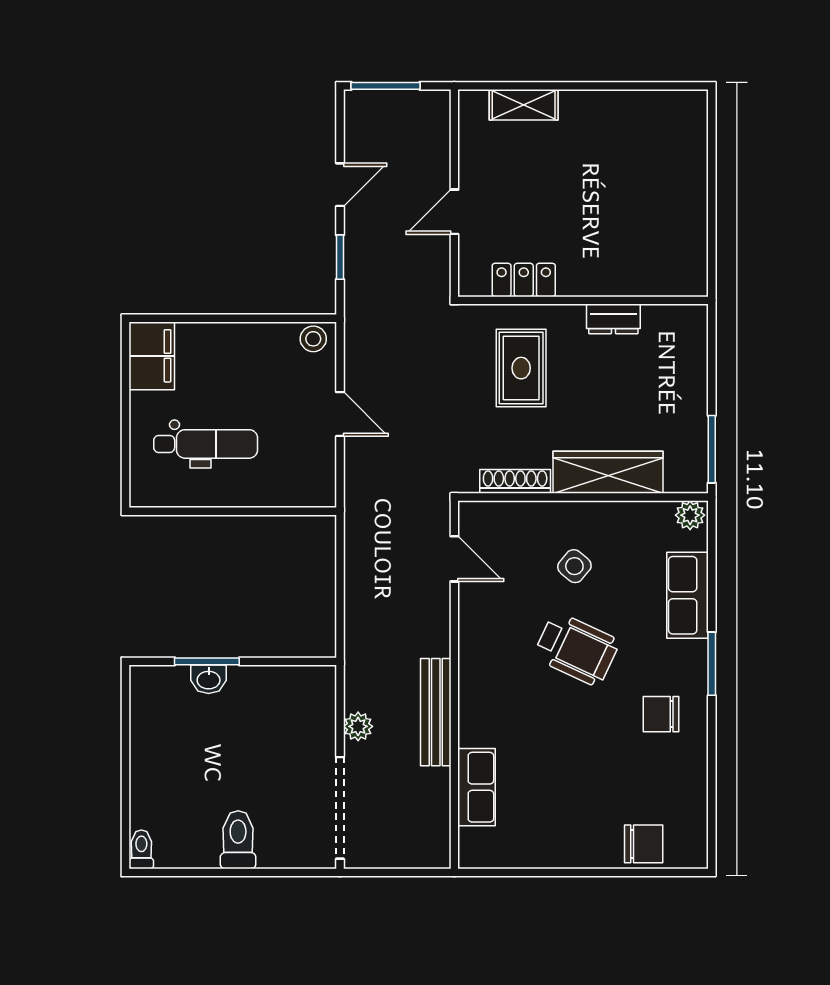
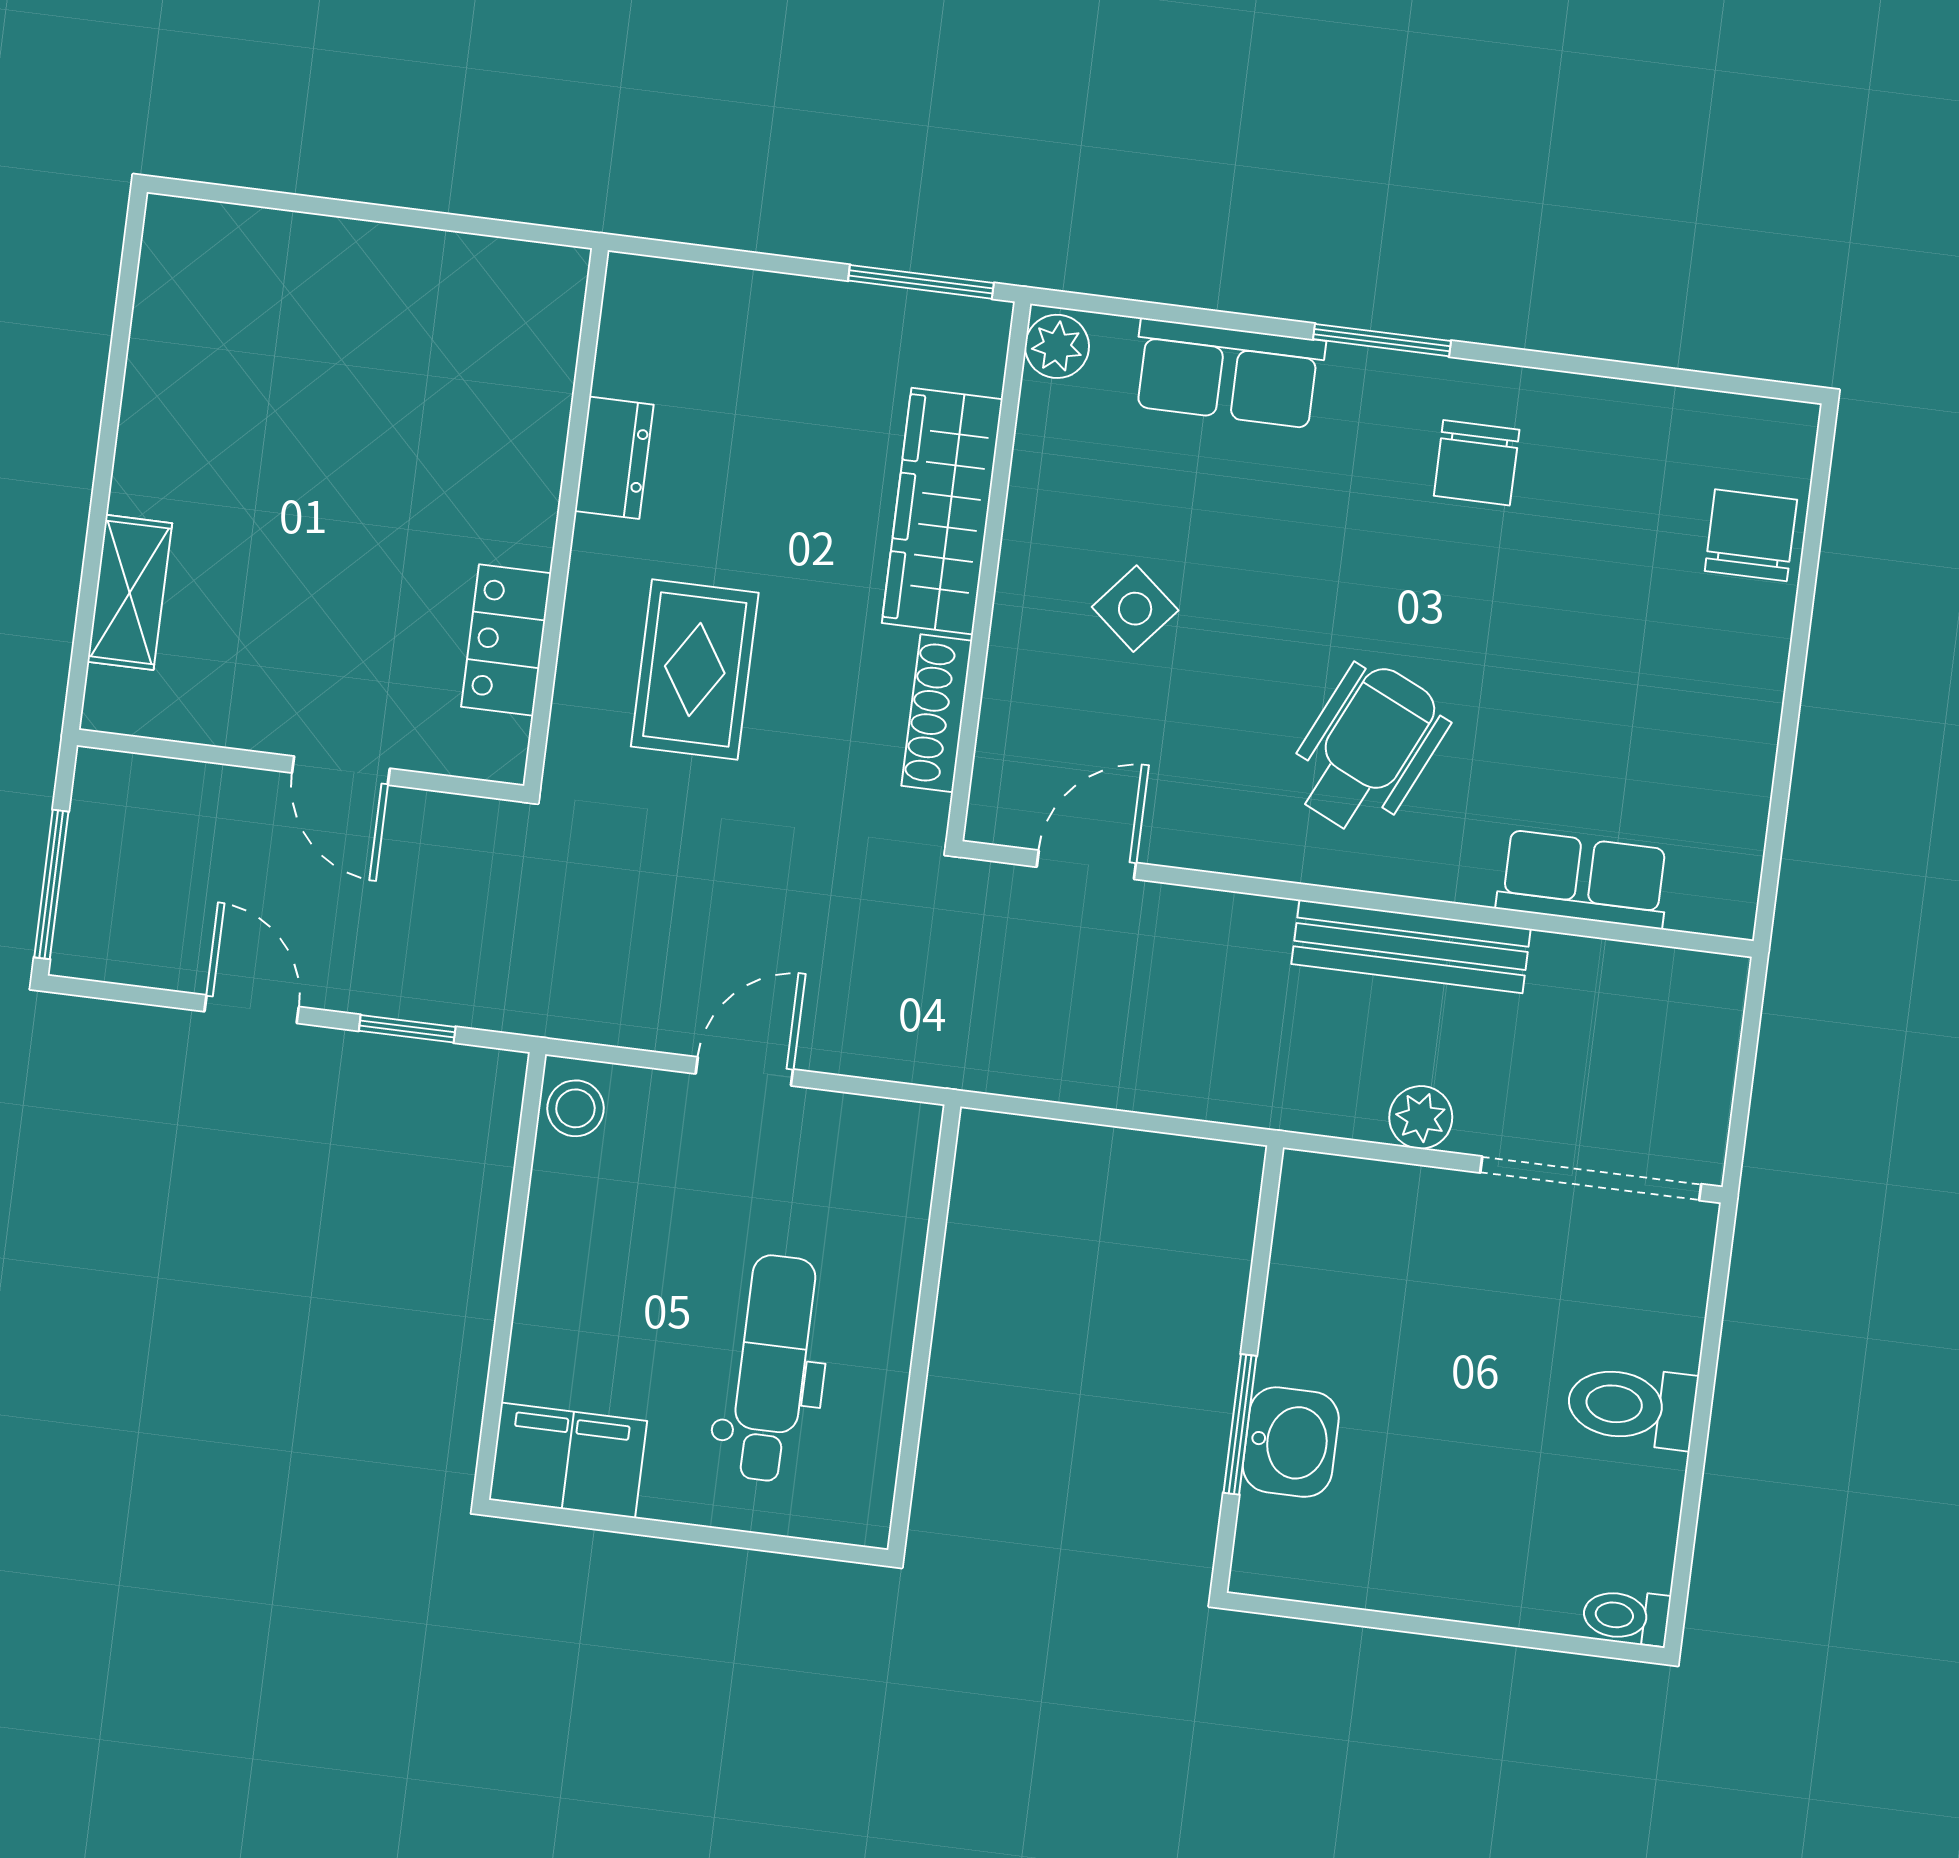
rug: (521, 368) -> (695, 670), turned 90
wheelchair: (576, 649) -> (1367, 749), moved
washbasin: (209, 679) -> (1291, 1442), width x1.38, depth x1.45

